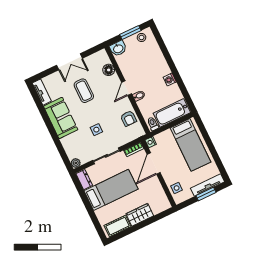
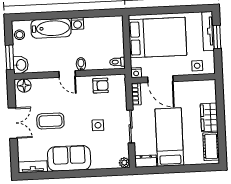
window: (130, 32) -> (10, 57), moved
floor lamp: (109, 70) -> (24, 86), moved
bathtub: (172, 113) -> (51, 28), moved, turned -90
bed: (190, 145) -> (158, 38), width x1.50

